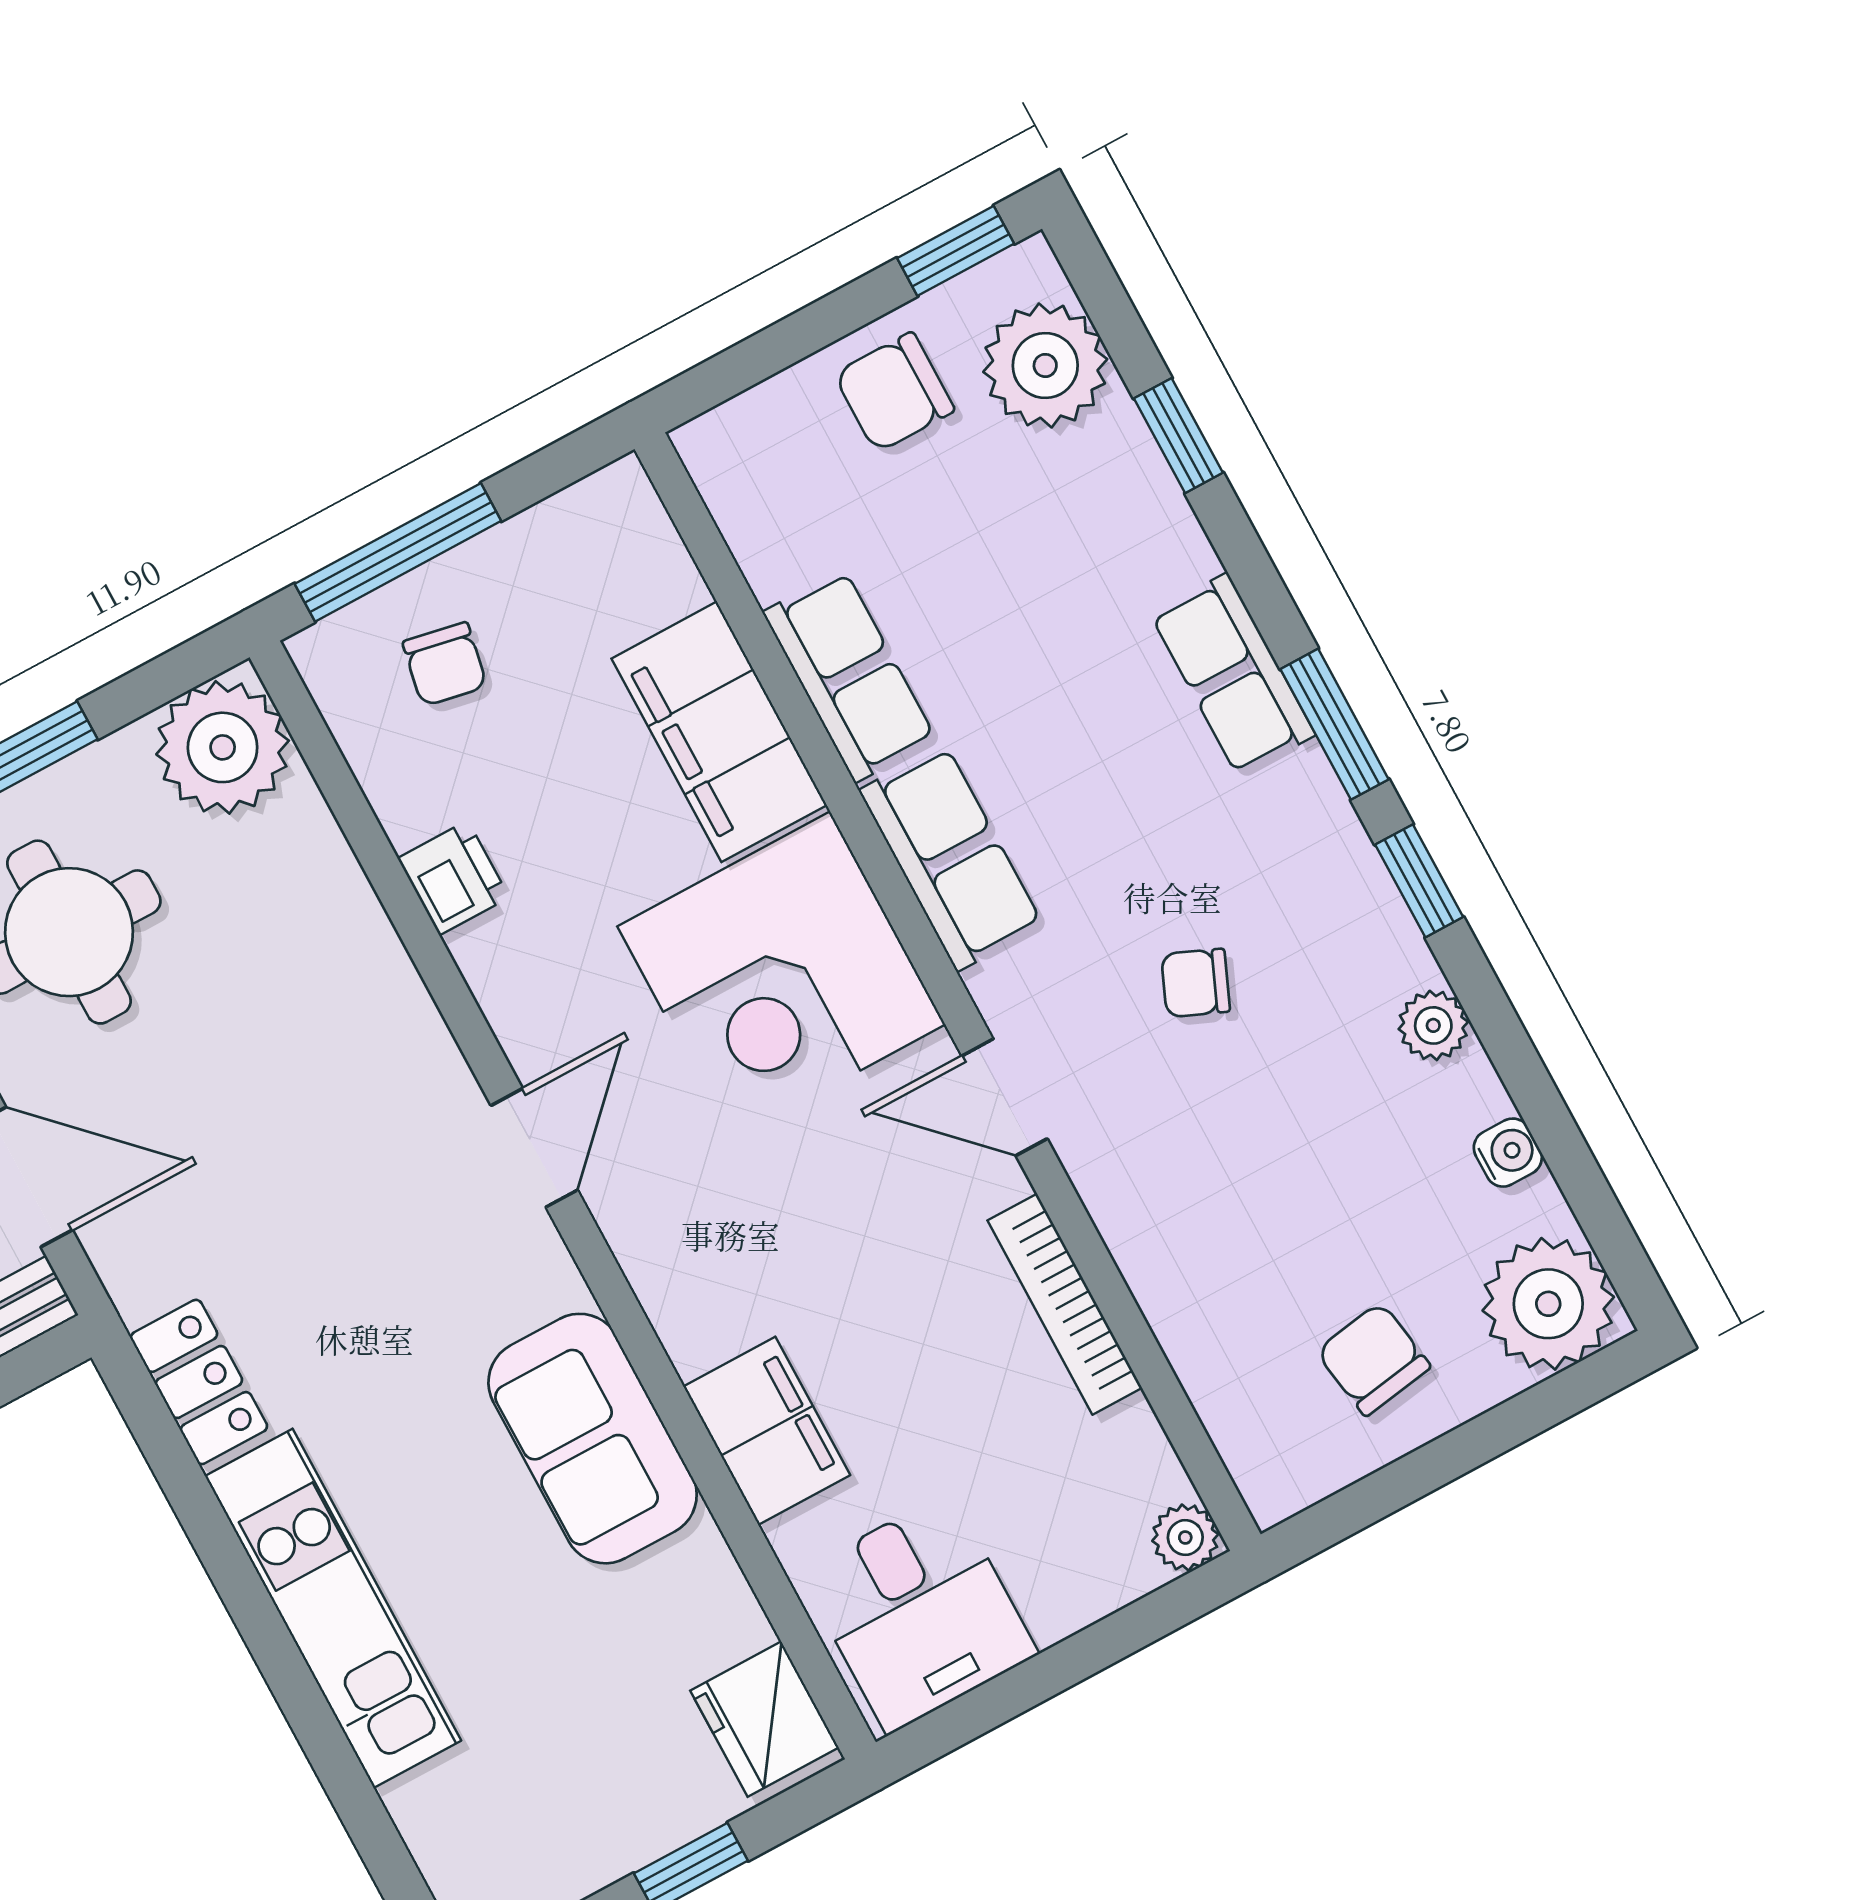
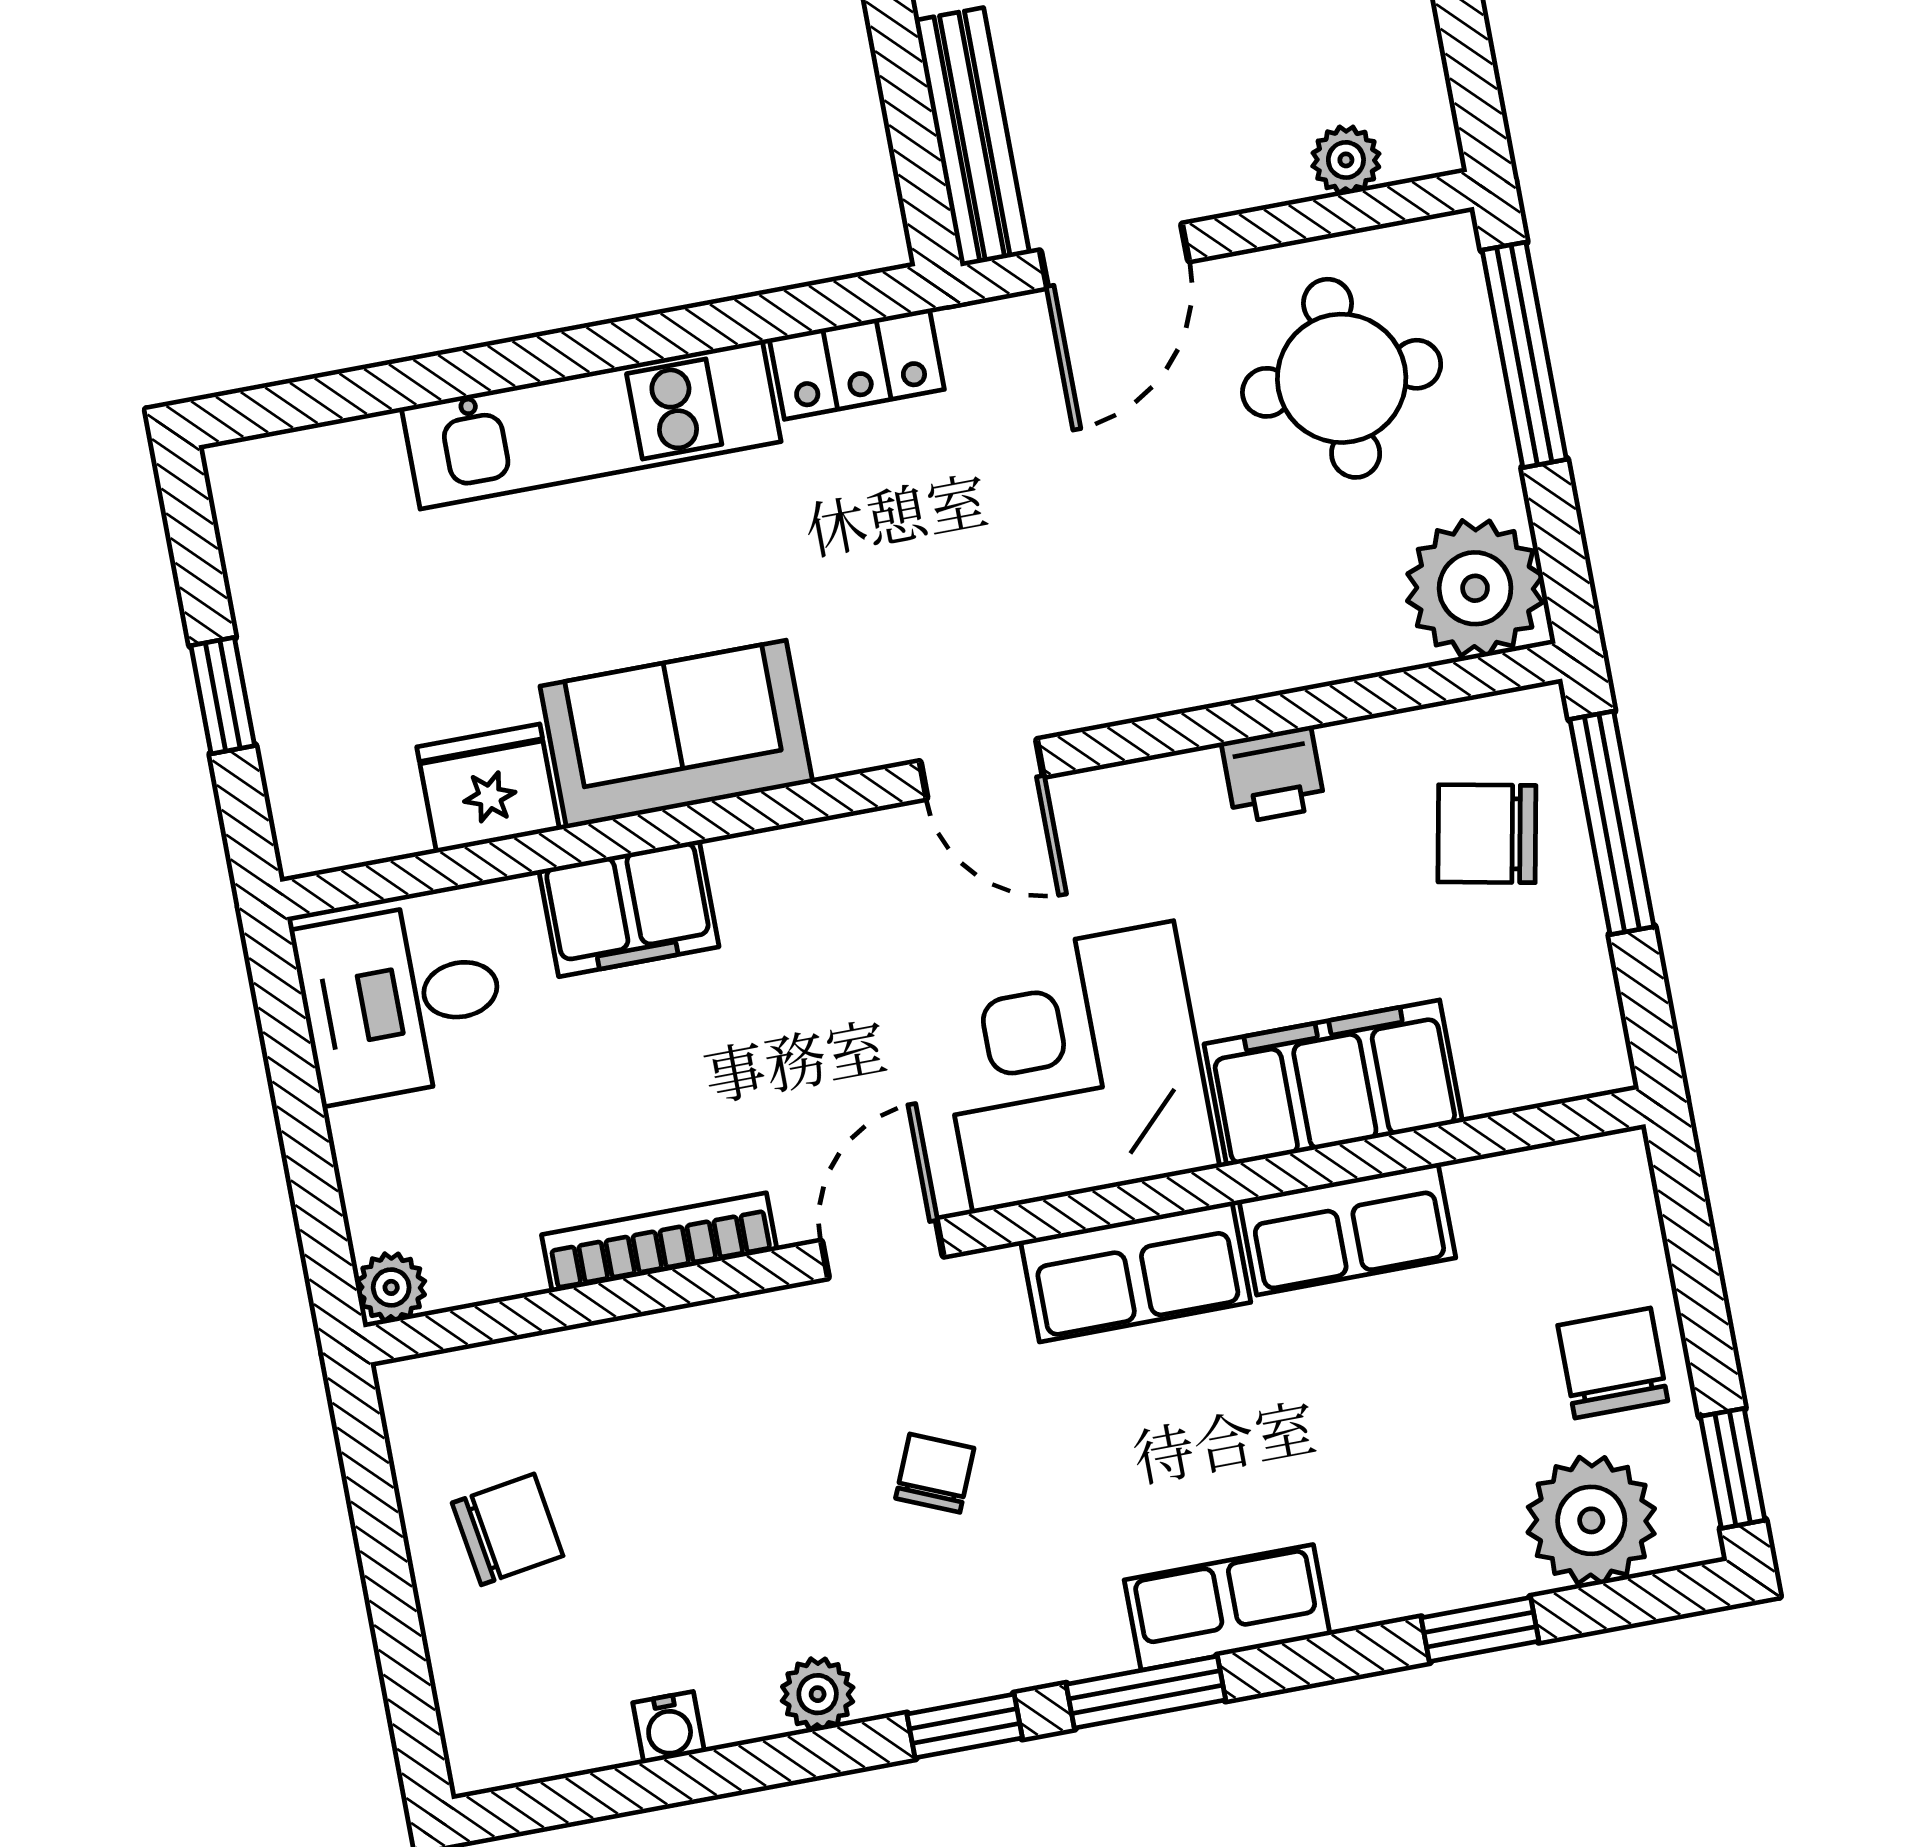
chair: (445, 664) -> (1487, 834), width x1.37, depth x1.37
plant: (1548, 1304) -> (507, 1719), removed
fridge: (765, 1719) -> (488, 788), moved

